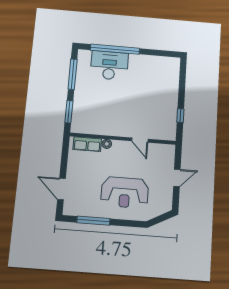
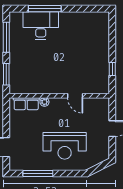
window: (115, 49) -> (45, 9), width x0.68

